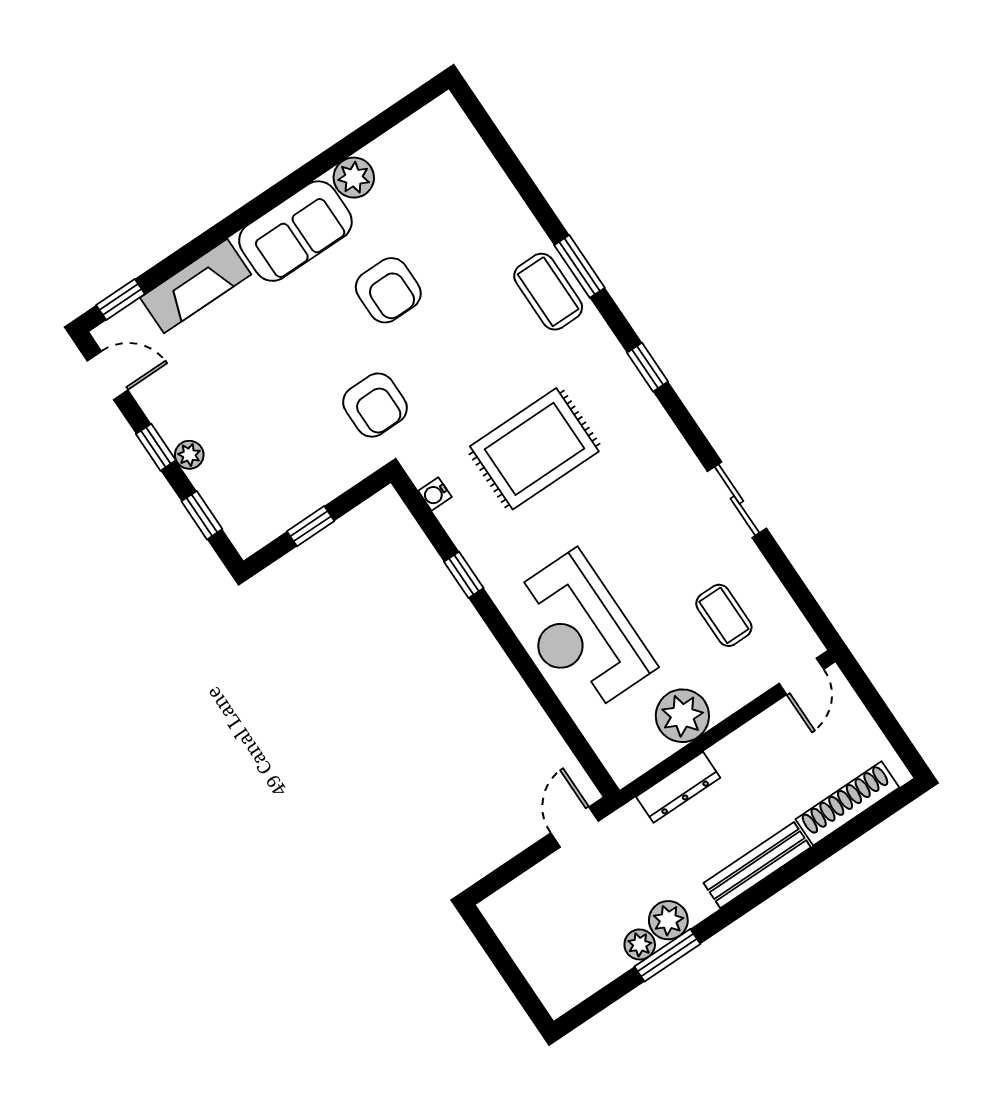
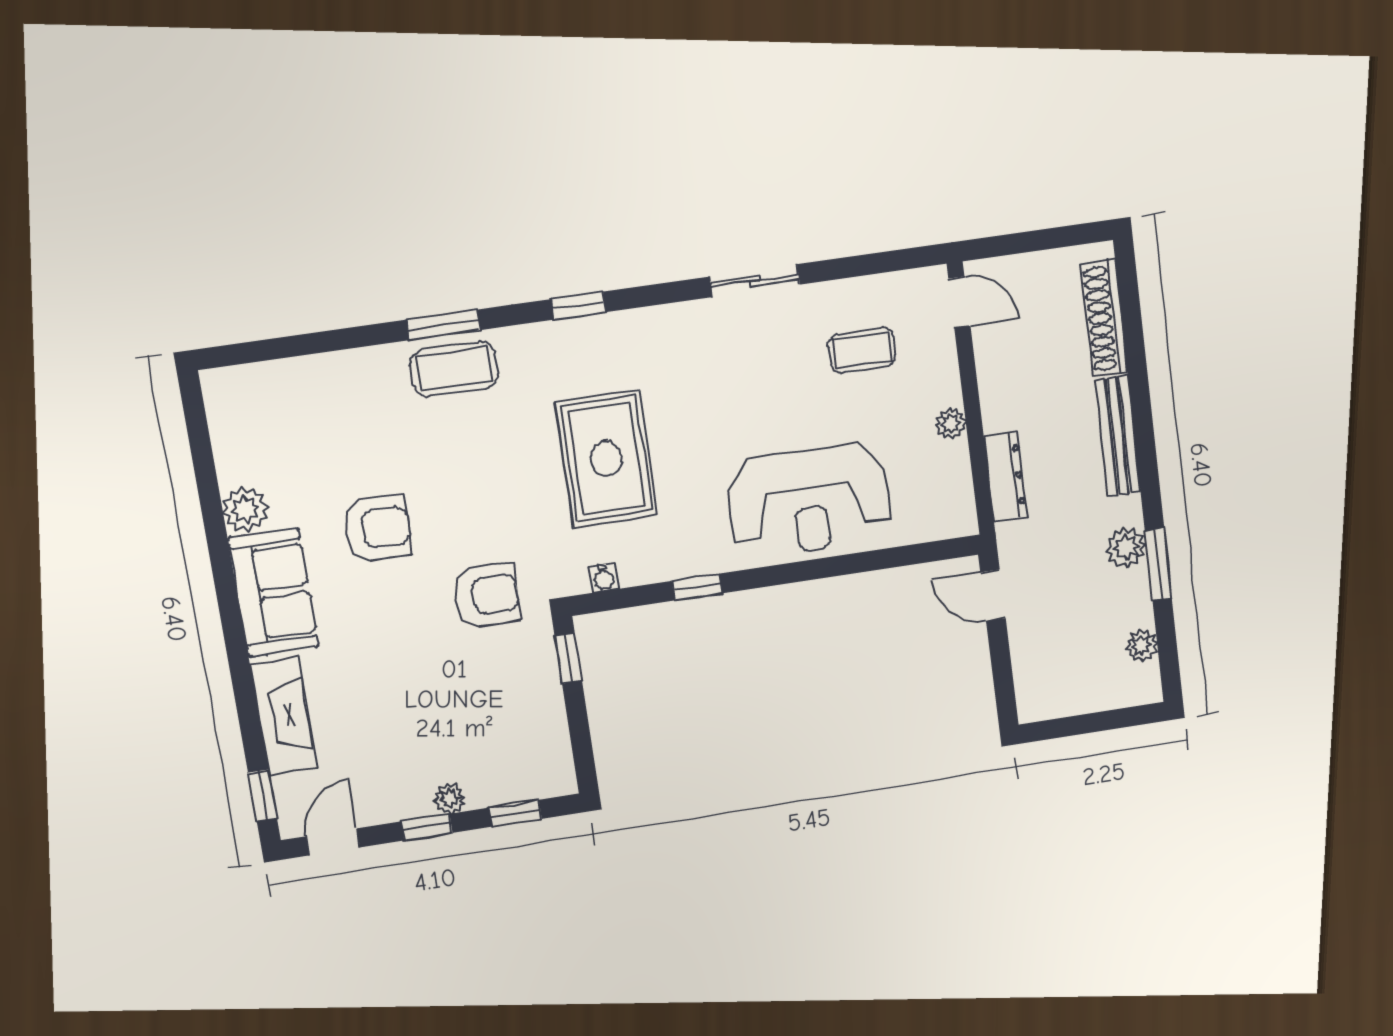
window: (311, 526) -> (568, 658), moved
plant: (682, 716) -> (951, 424), width x0.53, depth x0.53
plant: (640, 945) -> (1141, 646), moved

